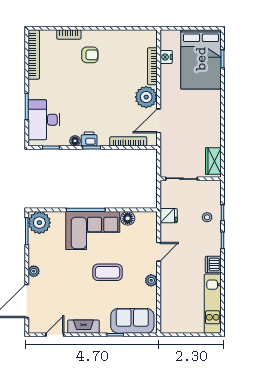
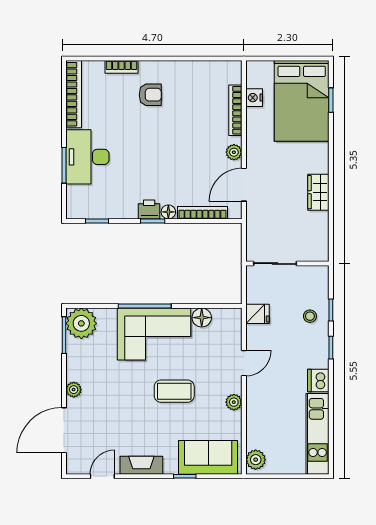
plant: (146, 97) -> (234, 152), width x0.53, depth x0.53
desk: (44, 120) -> (87, 157), moved
floor lamp: (75, 141) -> (168, 212), moved
wardrobe: (213, 161) -> (318, 192), moved
plant: (167, 323) -> (256, 460), added

